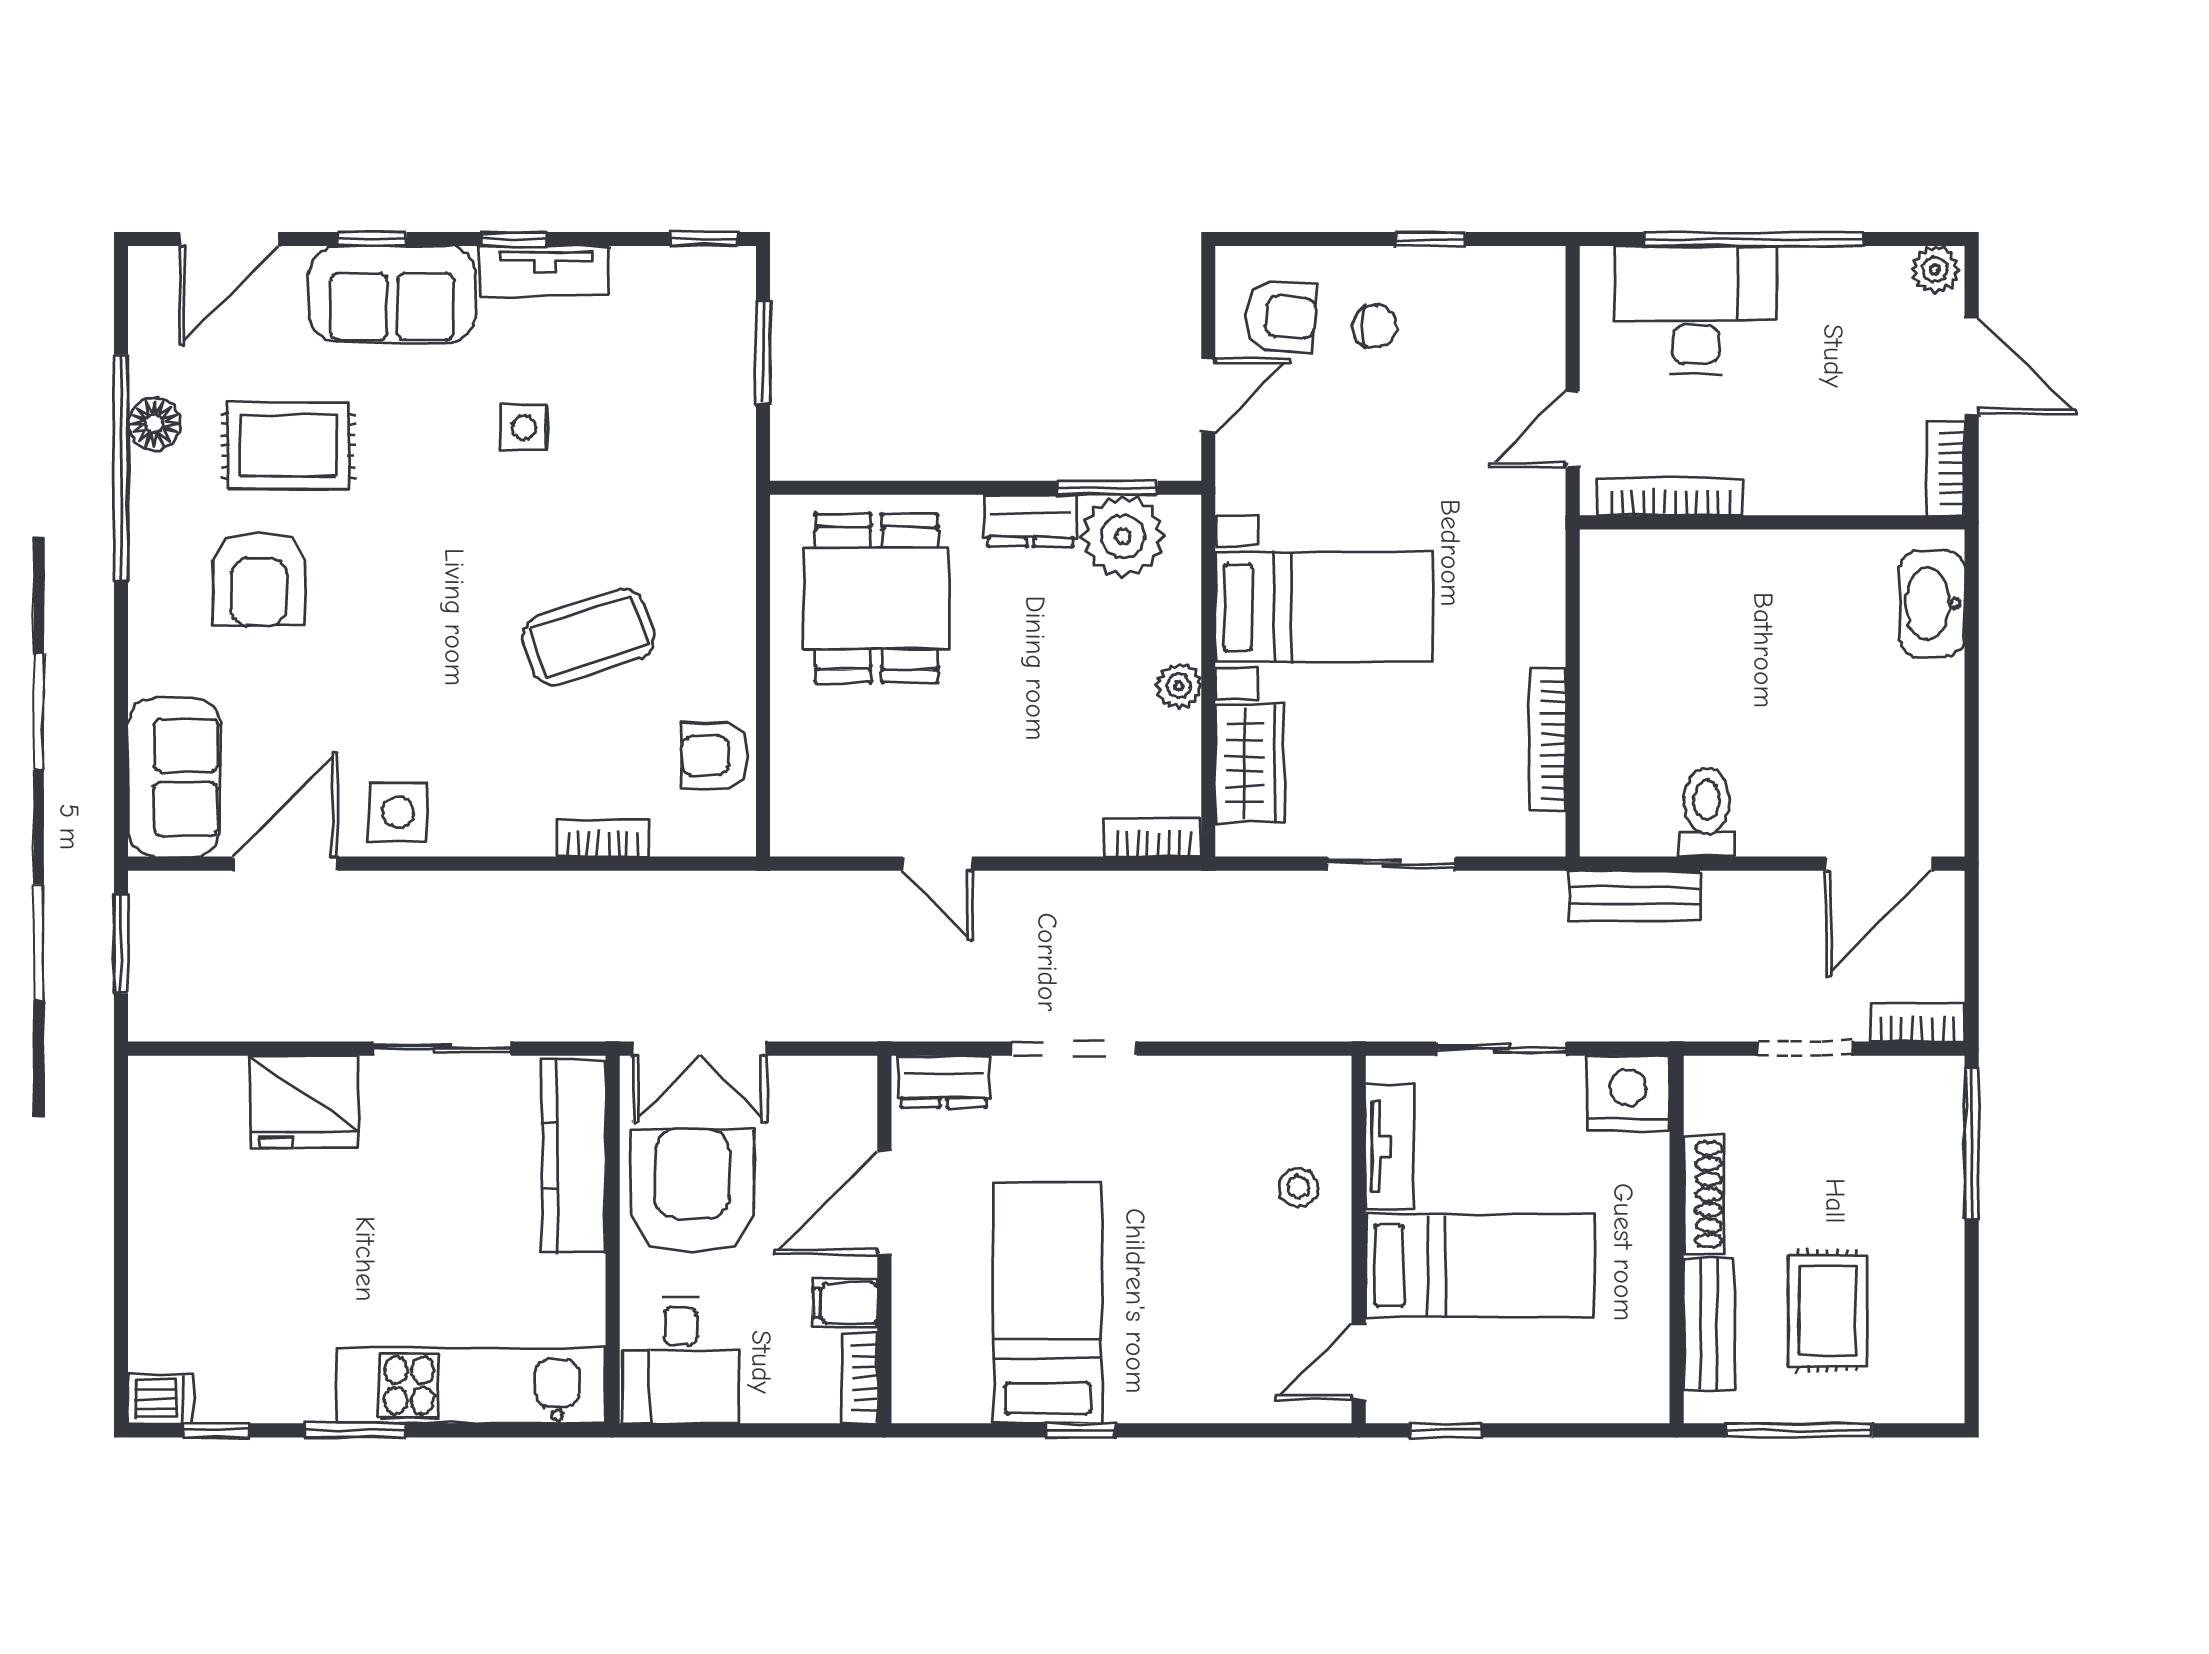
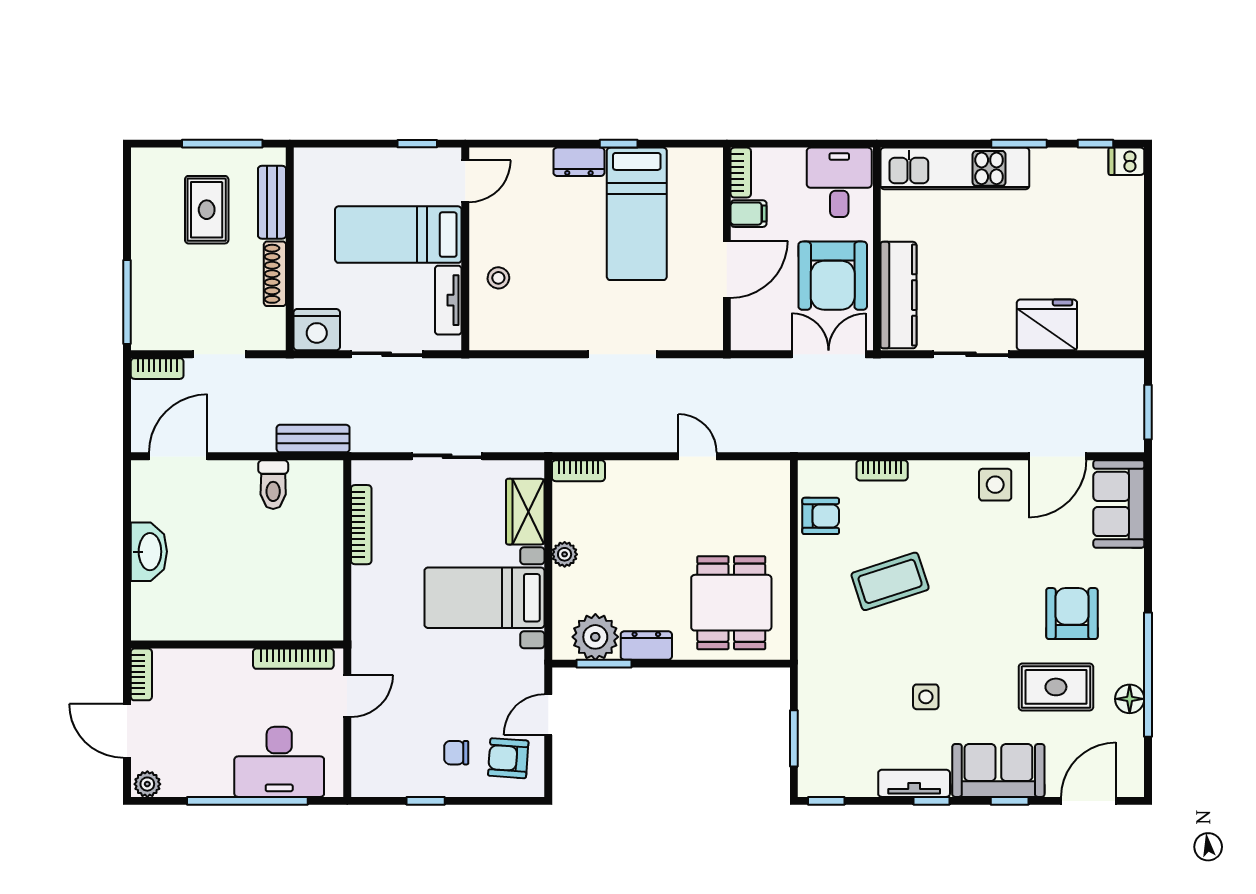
washbasin: (1932, 603) -> (149, 552), moved
dresser: (944, 1082) -> (579, 162), moved, turned 180

